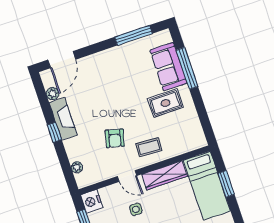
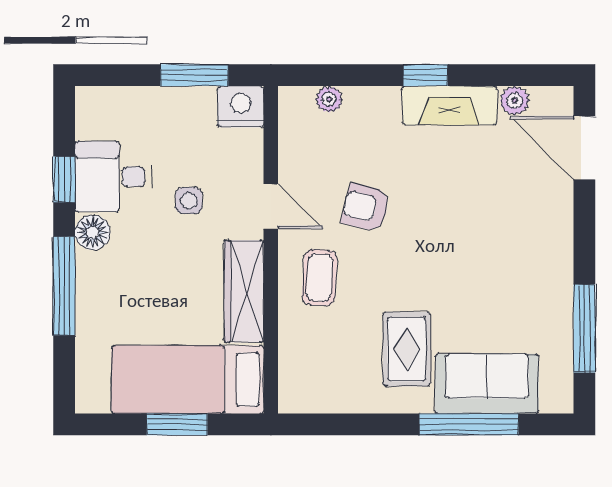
door: (127, 176) -> (271, 206), swing flipped

